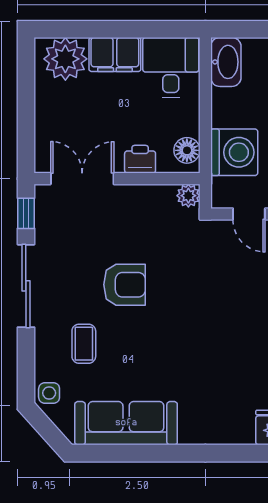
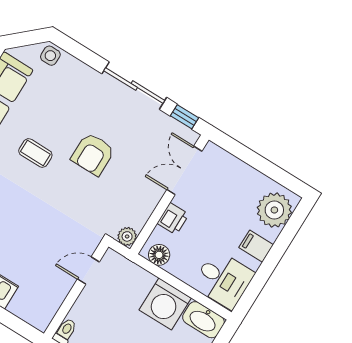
filing cabinet: (115, 55) -> (256, 246), width x0.50
washing machine: (234, 152) -> (165, 304), moved
double door: (82, 179) -> (184, 170), swing flipped
coffee table: (84, 344) -> (35, 153), moved

